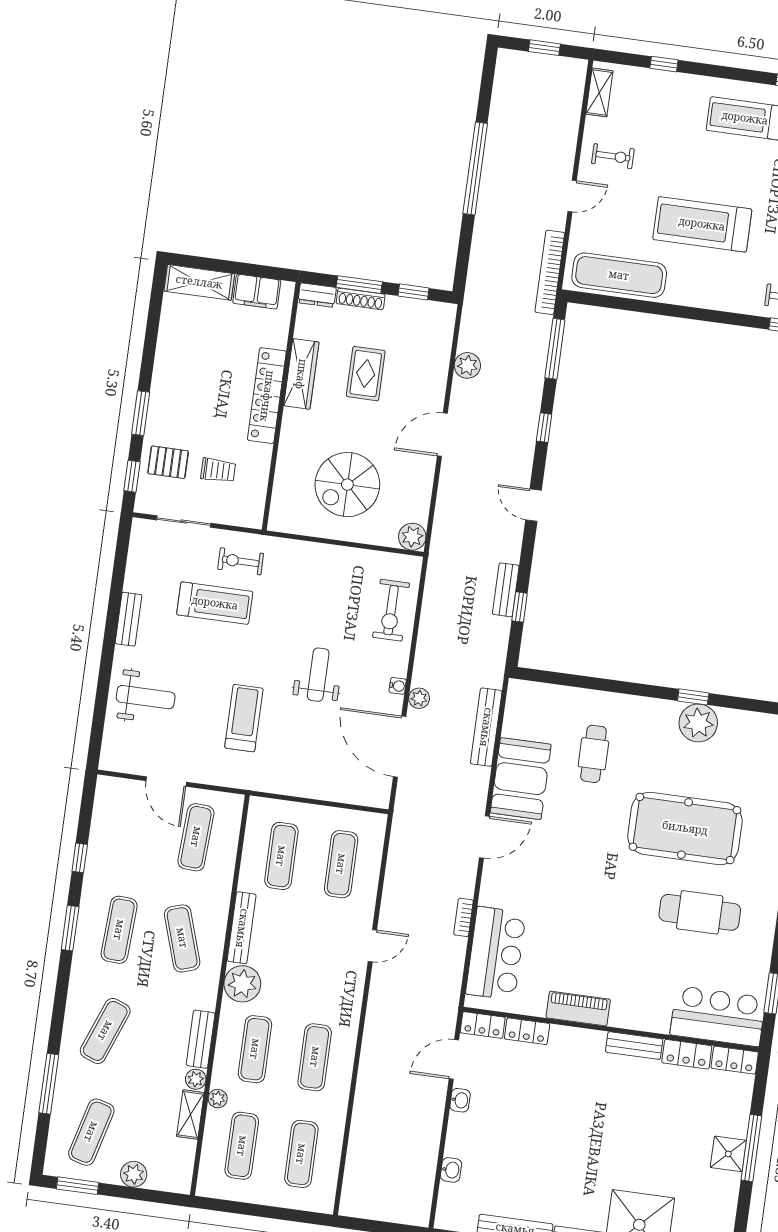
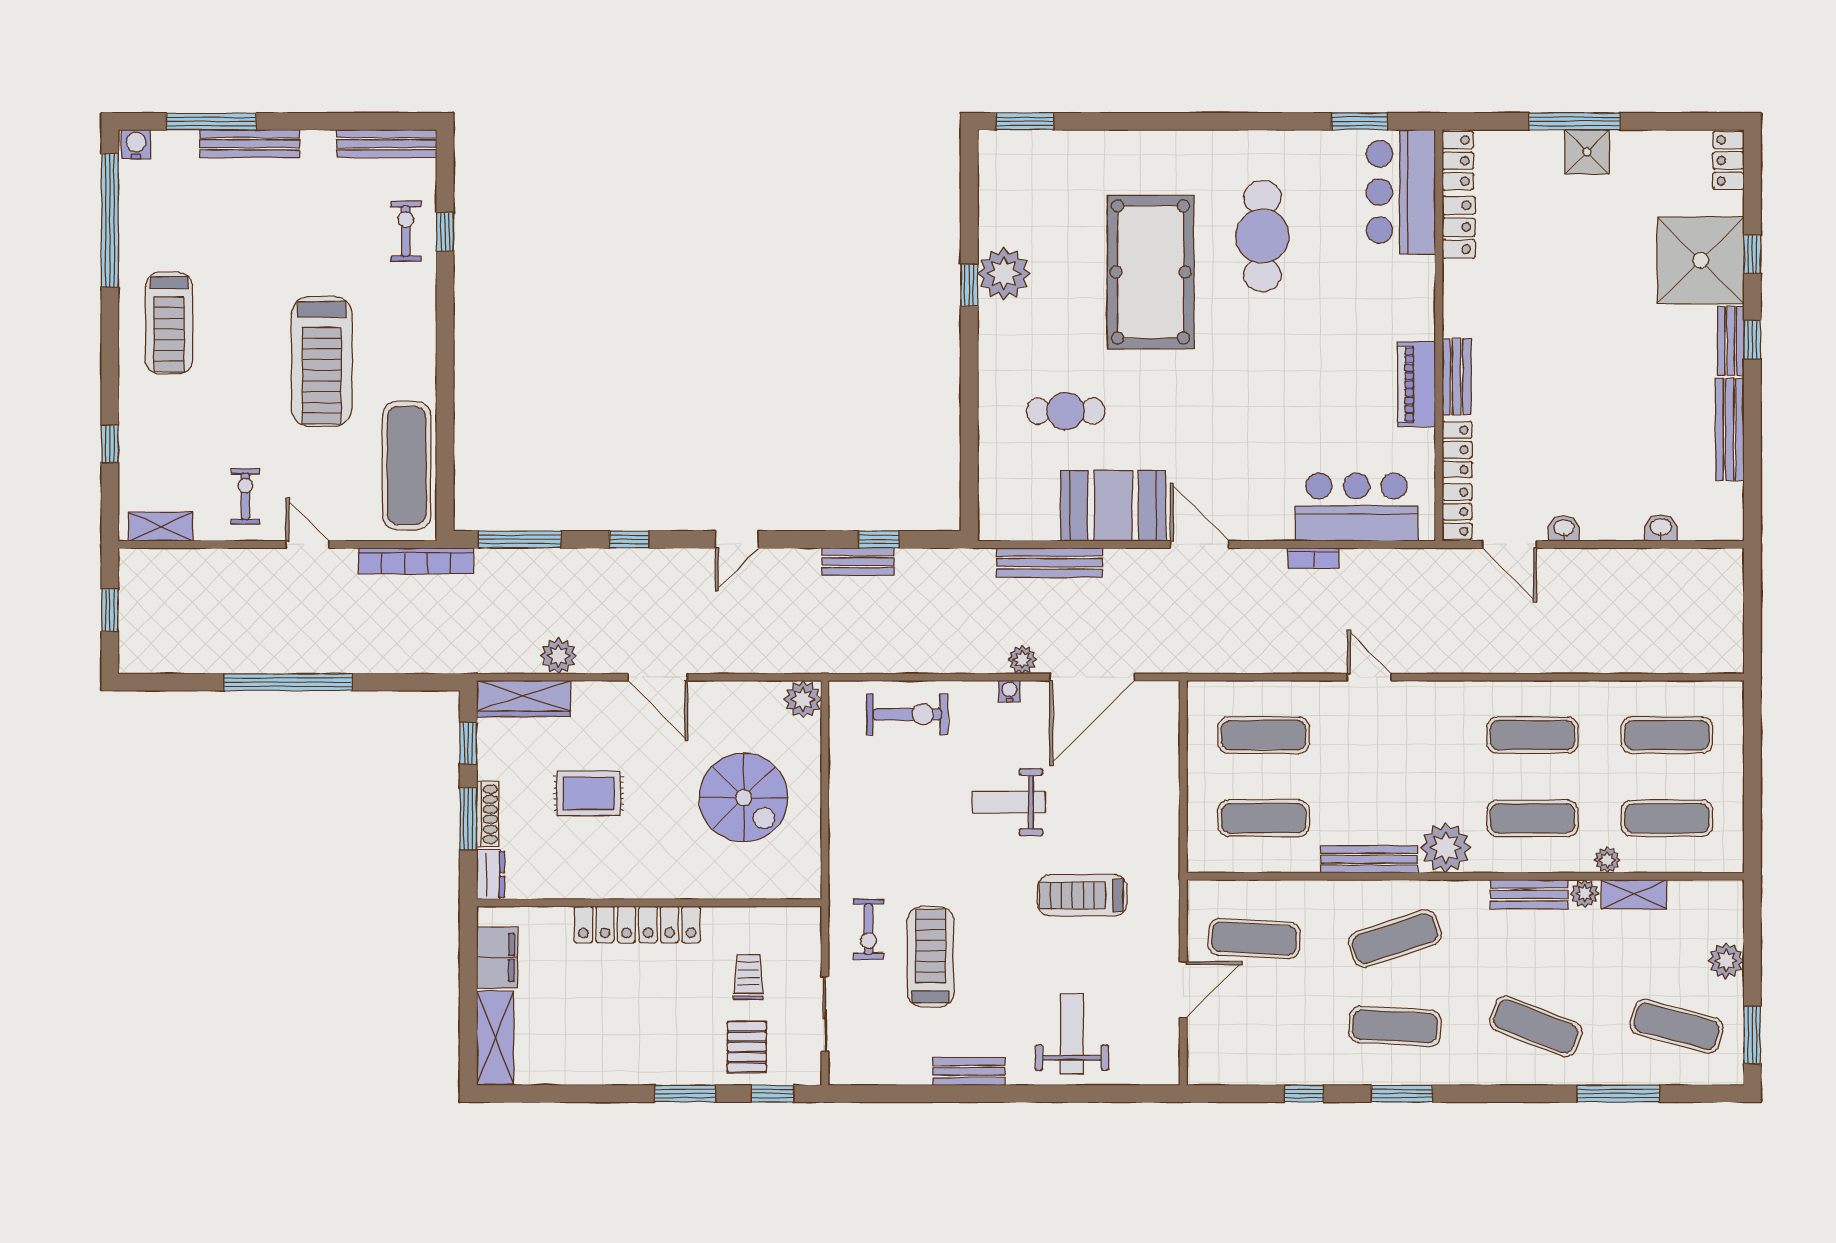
wardrobe: (301, 374) -> (524, 699), moved, turned 180
bench: (634, 1046) -> (1457, 377), moved

